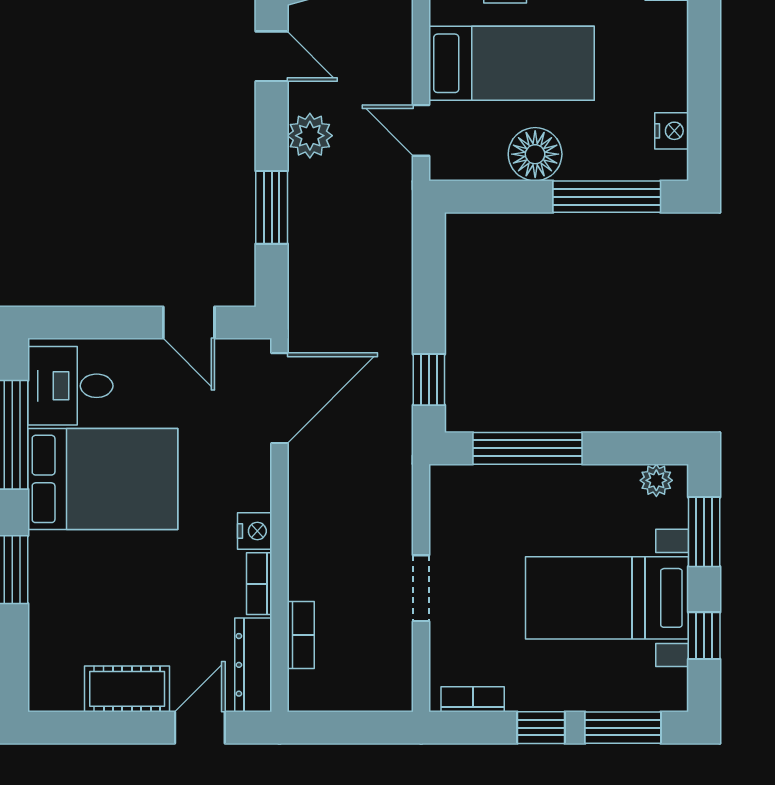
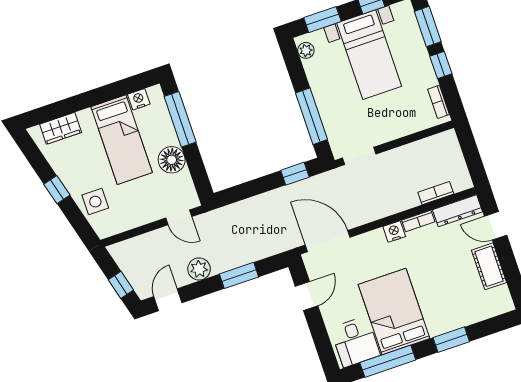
bed: (512, 63) -> (122, 140), moved, turned 180
door: (421, 130) -> (179, 217), hinge flipped
doorway: (421, 588) -> (359, 156), moved

